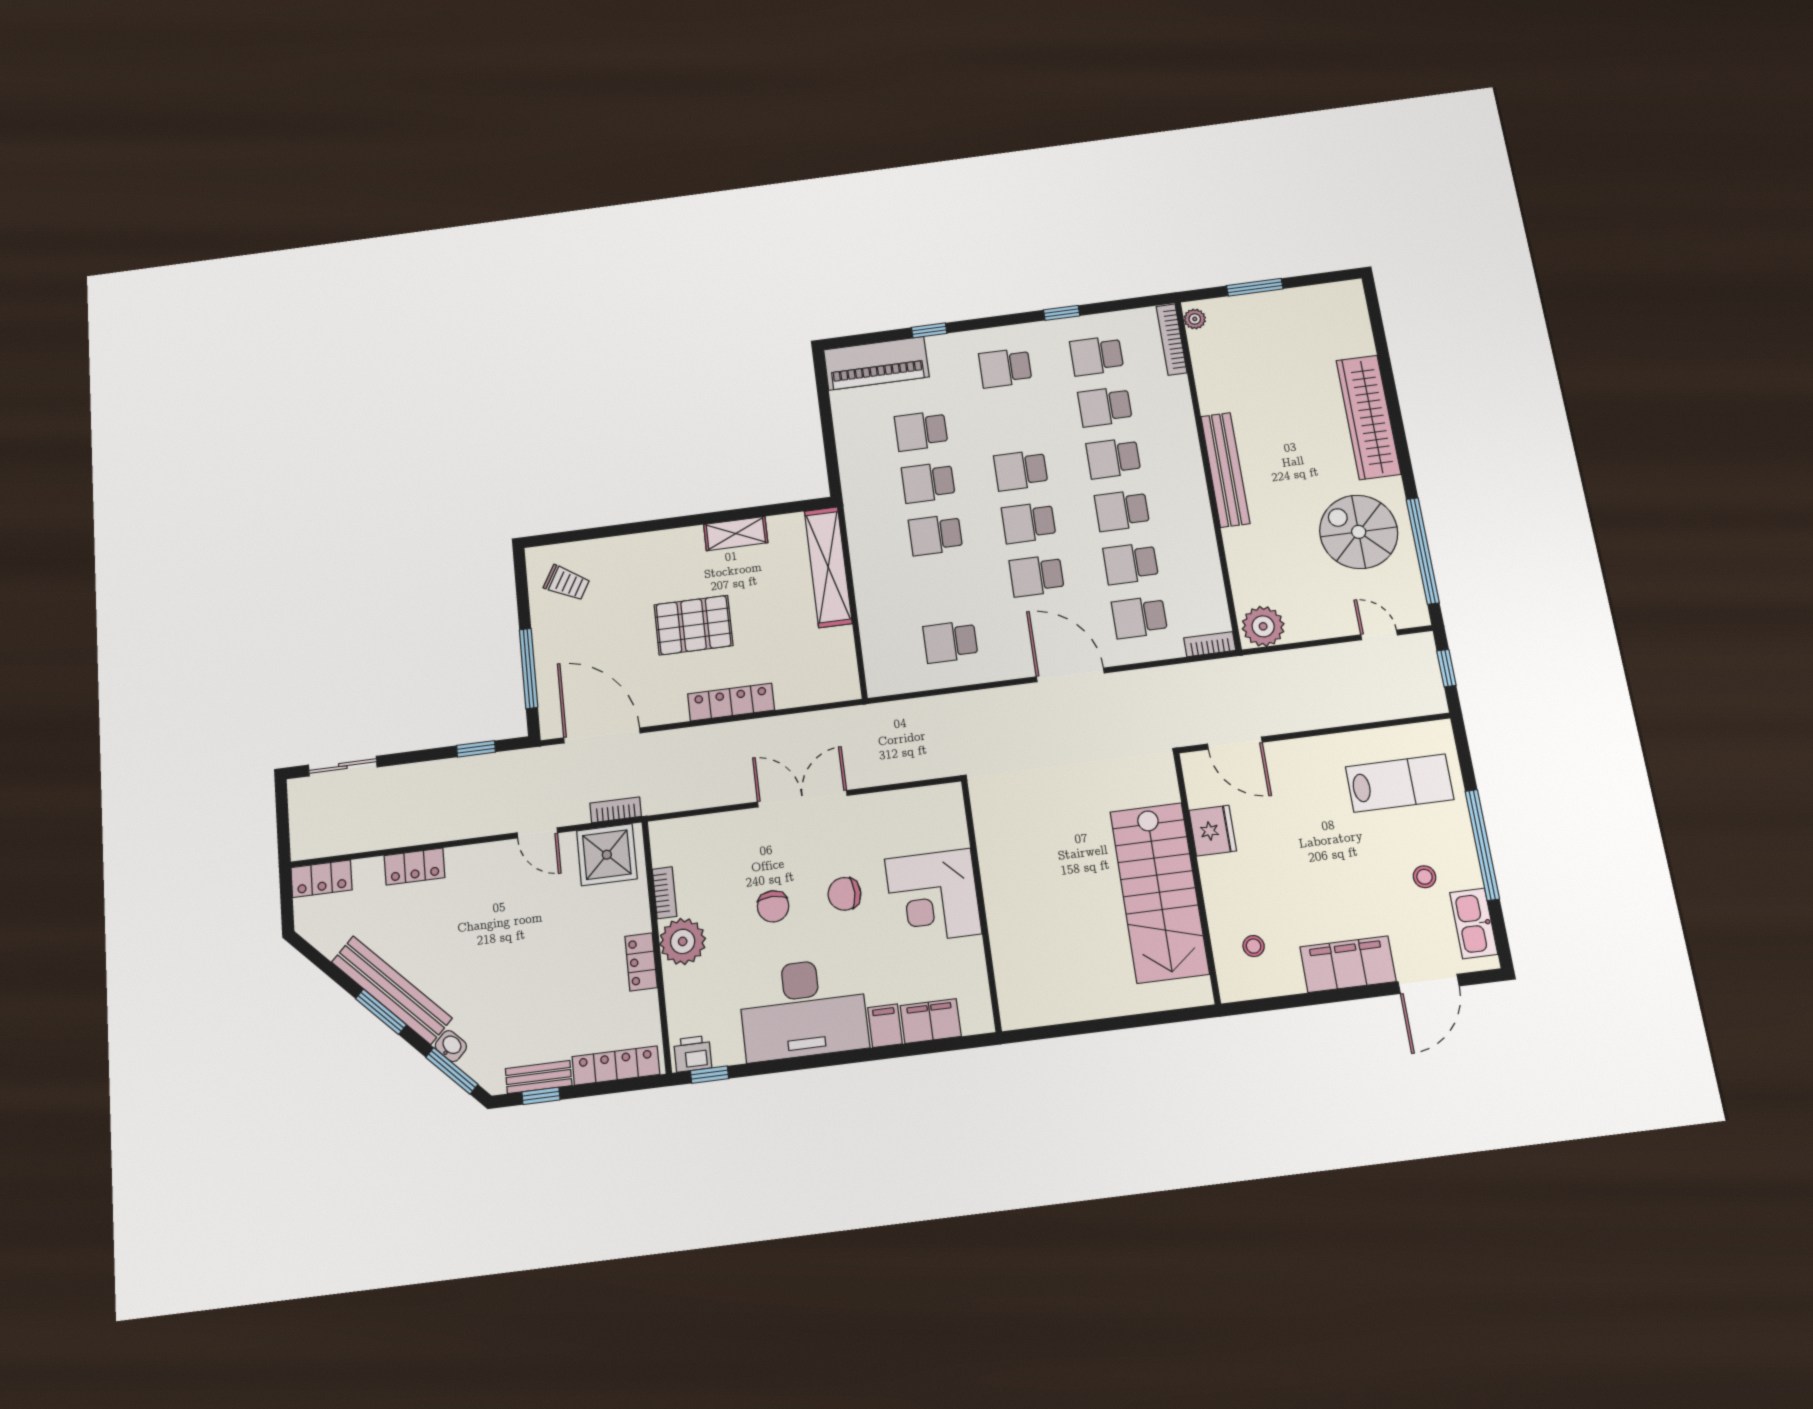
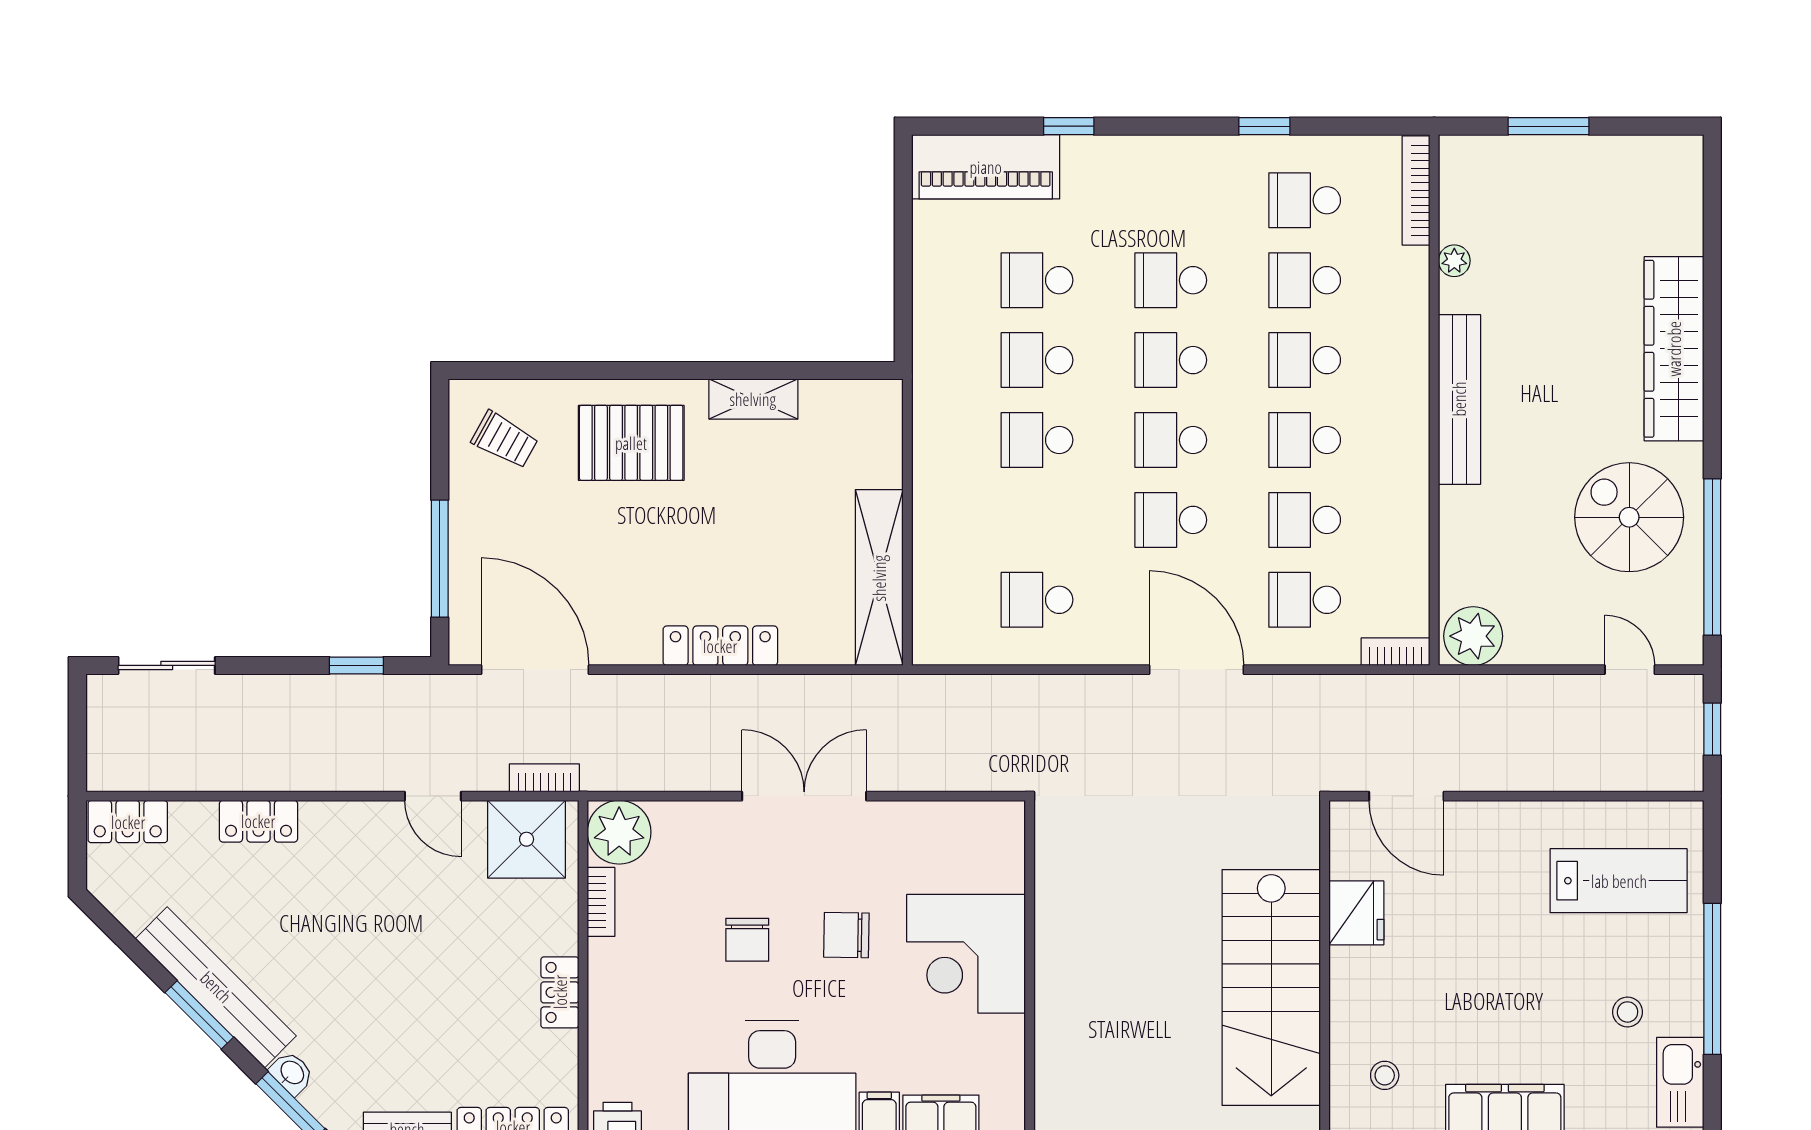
plant: (1195, 319) -> (1454, 261), moved
school desk: (1005, 368) -> (1171, 280), moved
shelving: (828, 567) -> (879, 578), moved
pallet: (694, 625) -> (631, 443), moved
plant: (683, 941) -> (619, 832), moved

